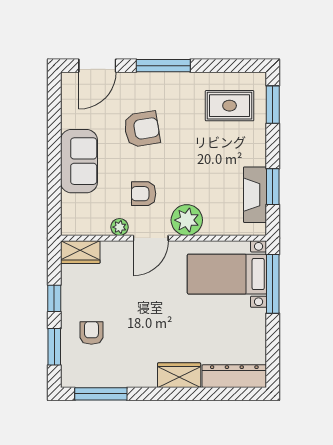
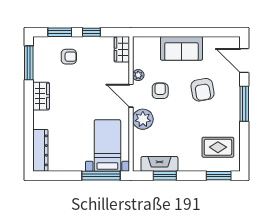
rug: (230, 106) -> (218, 147), turned 90
wardrobe: (179, 375) -> (41, 96), moved

